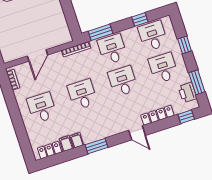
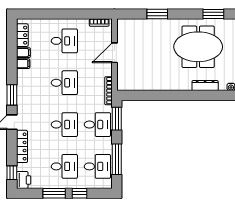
window: (140, 19) -> (117, 159), width x2.17
door: (37, 55) -> (114, 53), hinge flipped
window: (197, 82) -> (54, 193), moved
printer: (187, 92) -> (24, 180), moved, turned 90
window: (96, 146) -> (12, 95), moved

